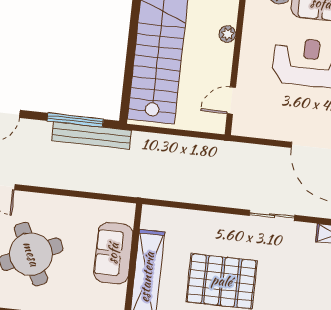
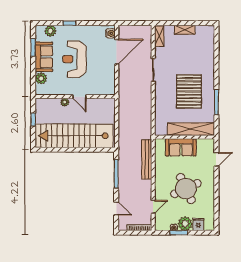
door: (231, 100) -> (79, 97), moved
bench: (92, 136) -> (147, 159), moved

